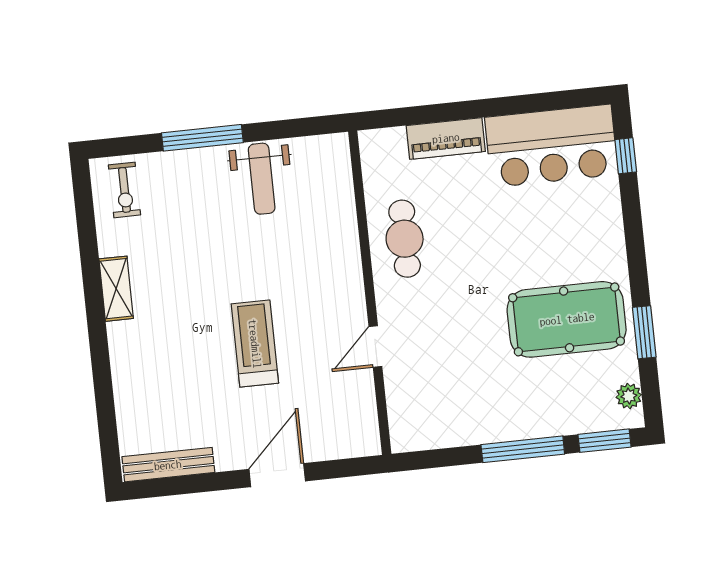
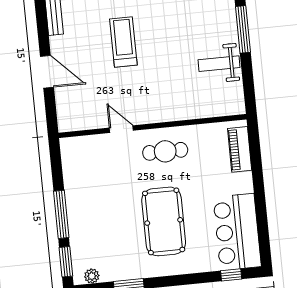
piano: (446, 138) -> (240, 149), moved
cafe table: (405, 239) -> (165, 151), moved
pool table: (567, 319) -> (164, 221), moved
treadmill: (255, 344) -> (123, 42), moved, turned -90

